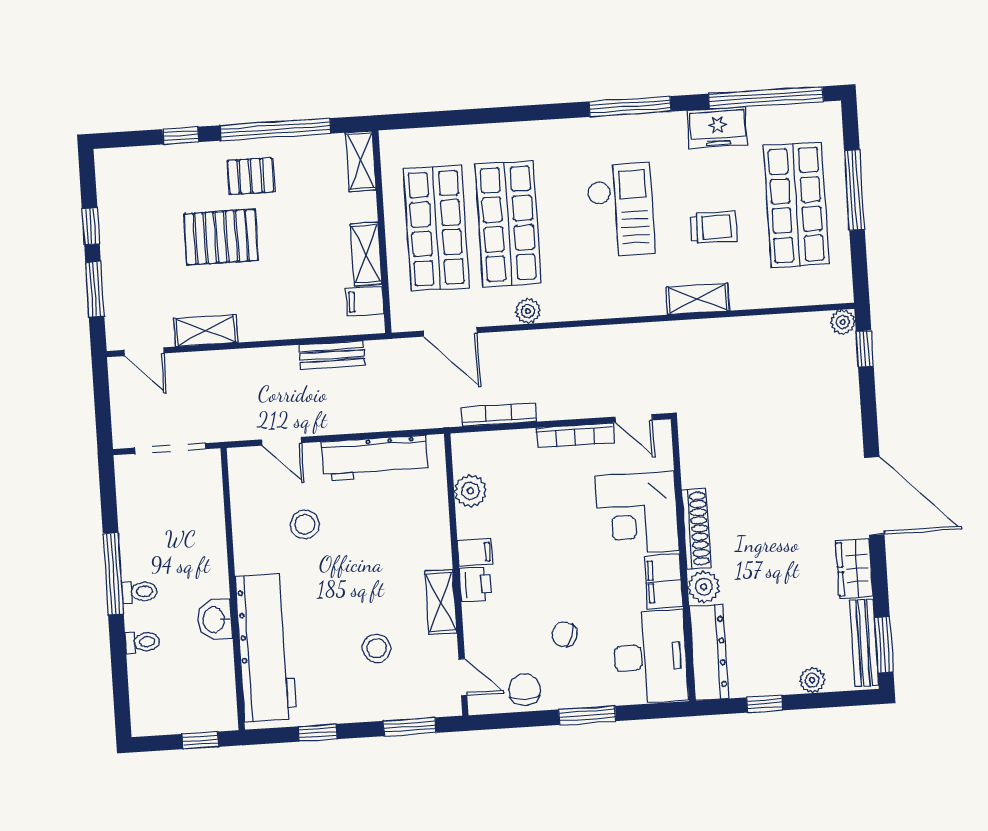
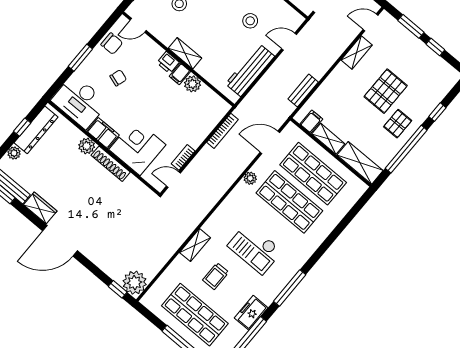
shelving: (361, 161) -> (360, 163), width x1.50, depth x1.33
plant: (843, 322) -> (135, 283), width x1.88, depth x1.88
bookcase: (575, 435) -> (183, 157), width x0.64
plant: (470, 491) -> (193, 84), moved
shelving: (441, 602) -> (185, 53), moved
dresser: (709, 652) -> (36, 130), moved, turned -90

